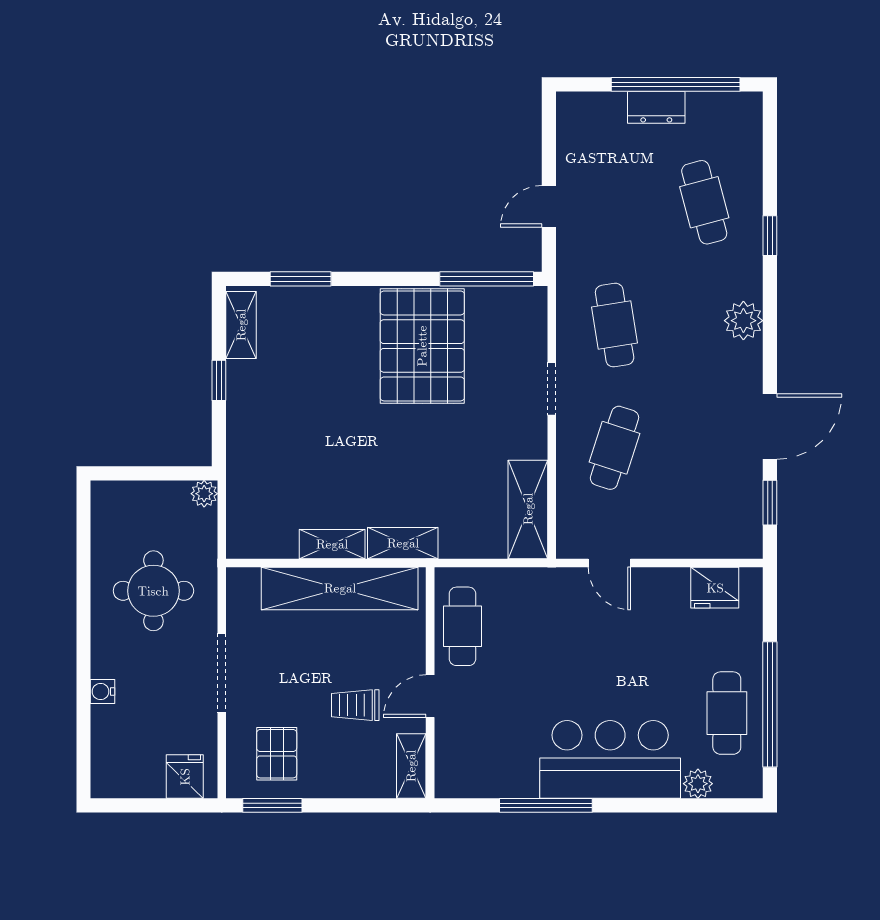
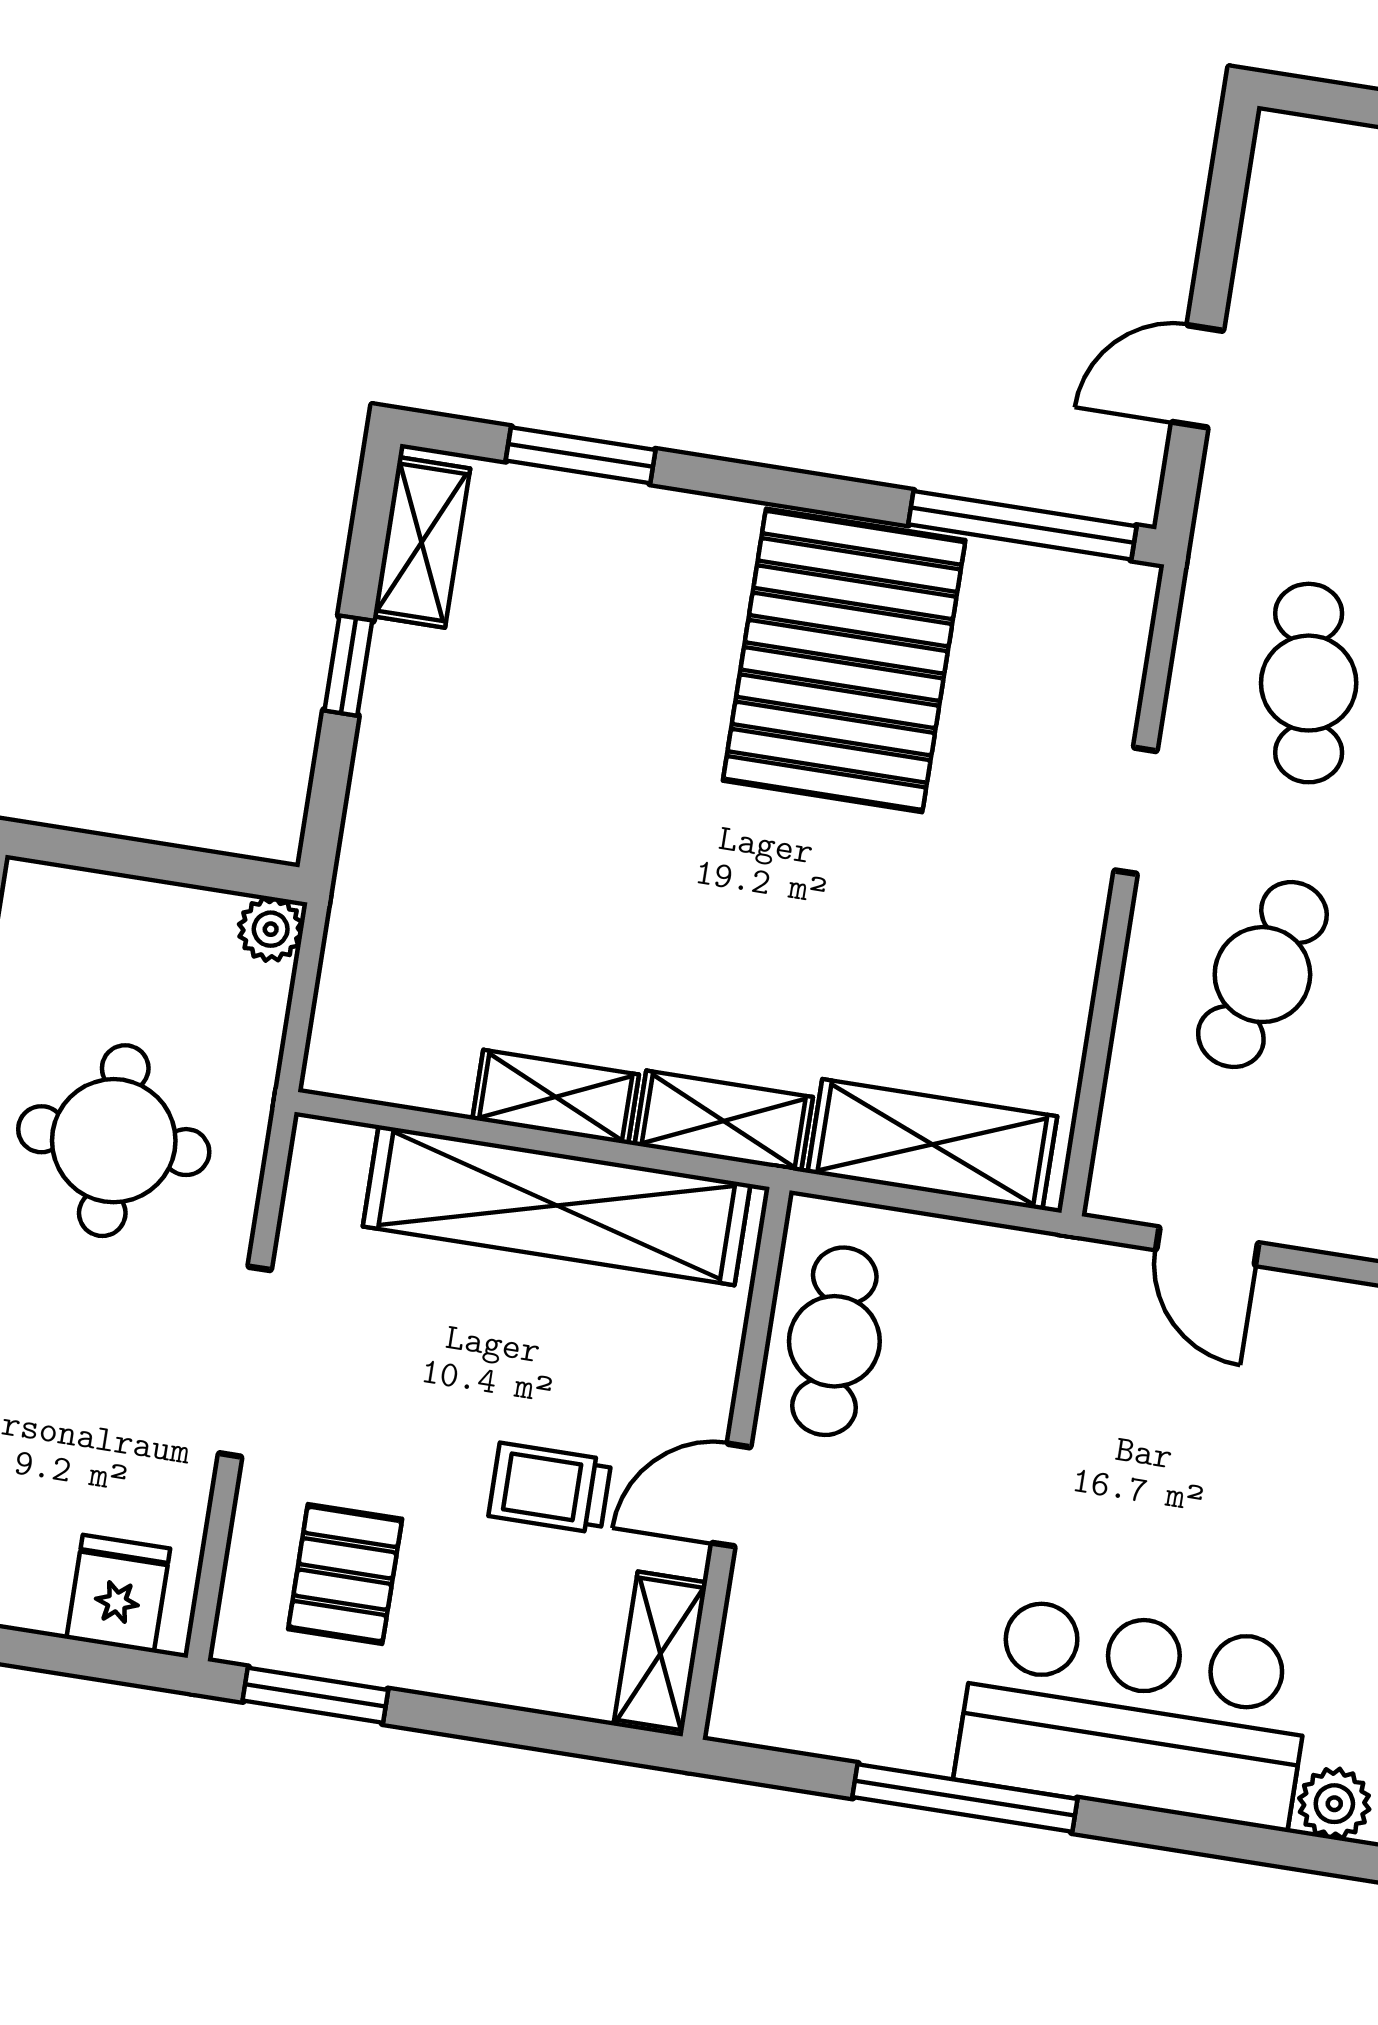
shelving: (528, 509) -> (932, 1144), moved, turned 90

